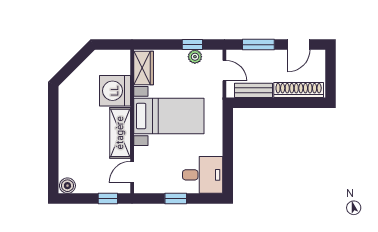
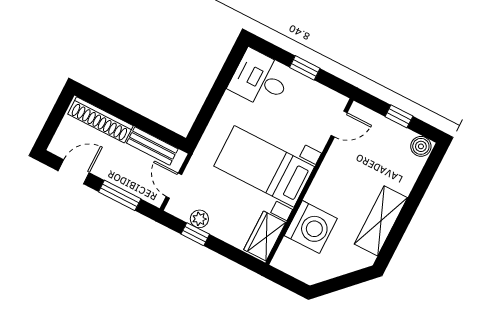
shelving: (120, 133) -> (381, 221), moved
window: (108, 199) -> (399, 116), moved

